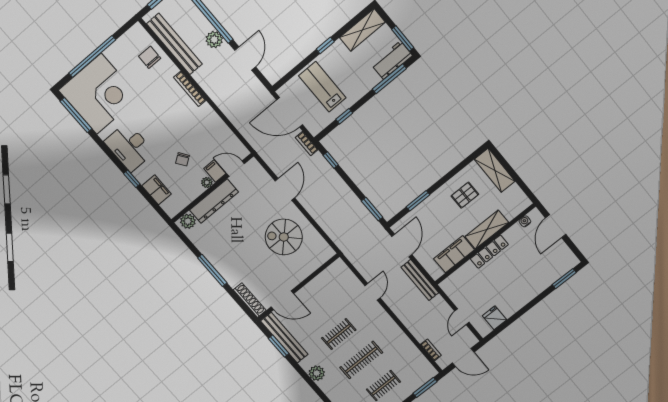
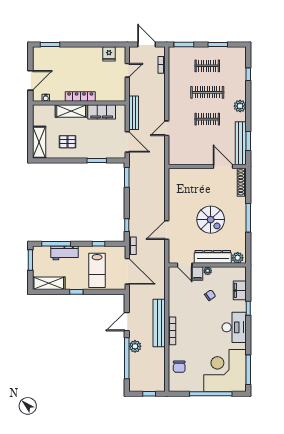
bench: (174, 44) -> (159, 323), moved
workbench: (392, 60) -> (65, 253), moved
spiral stairs: (284, 237) -> (211, 220), moved
door: (402, 245) -> (127, 142), swing flipped

